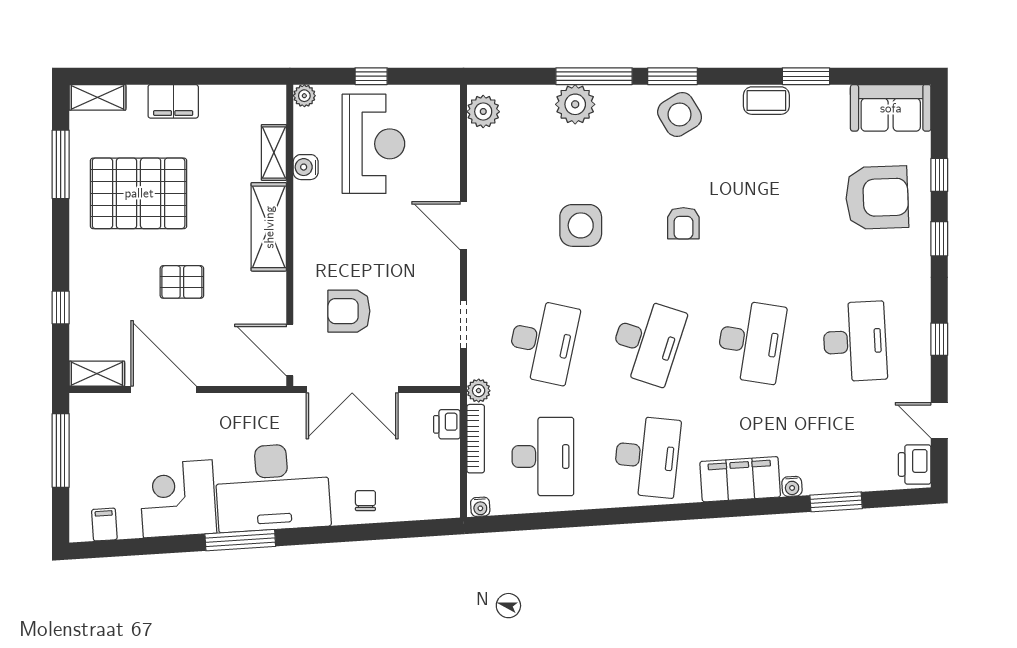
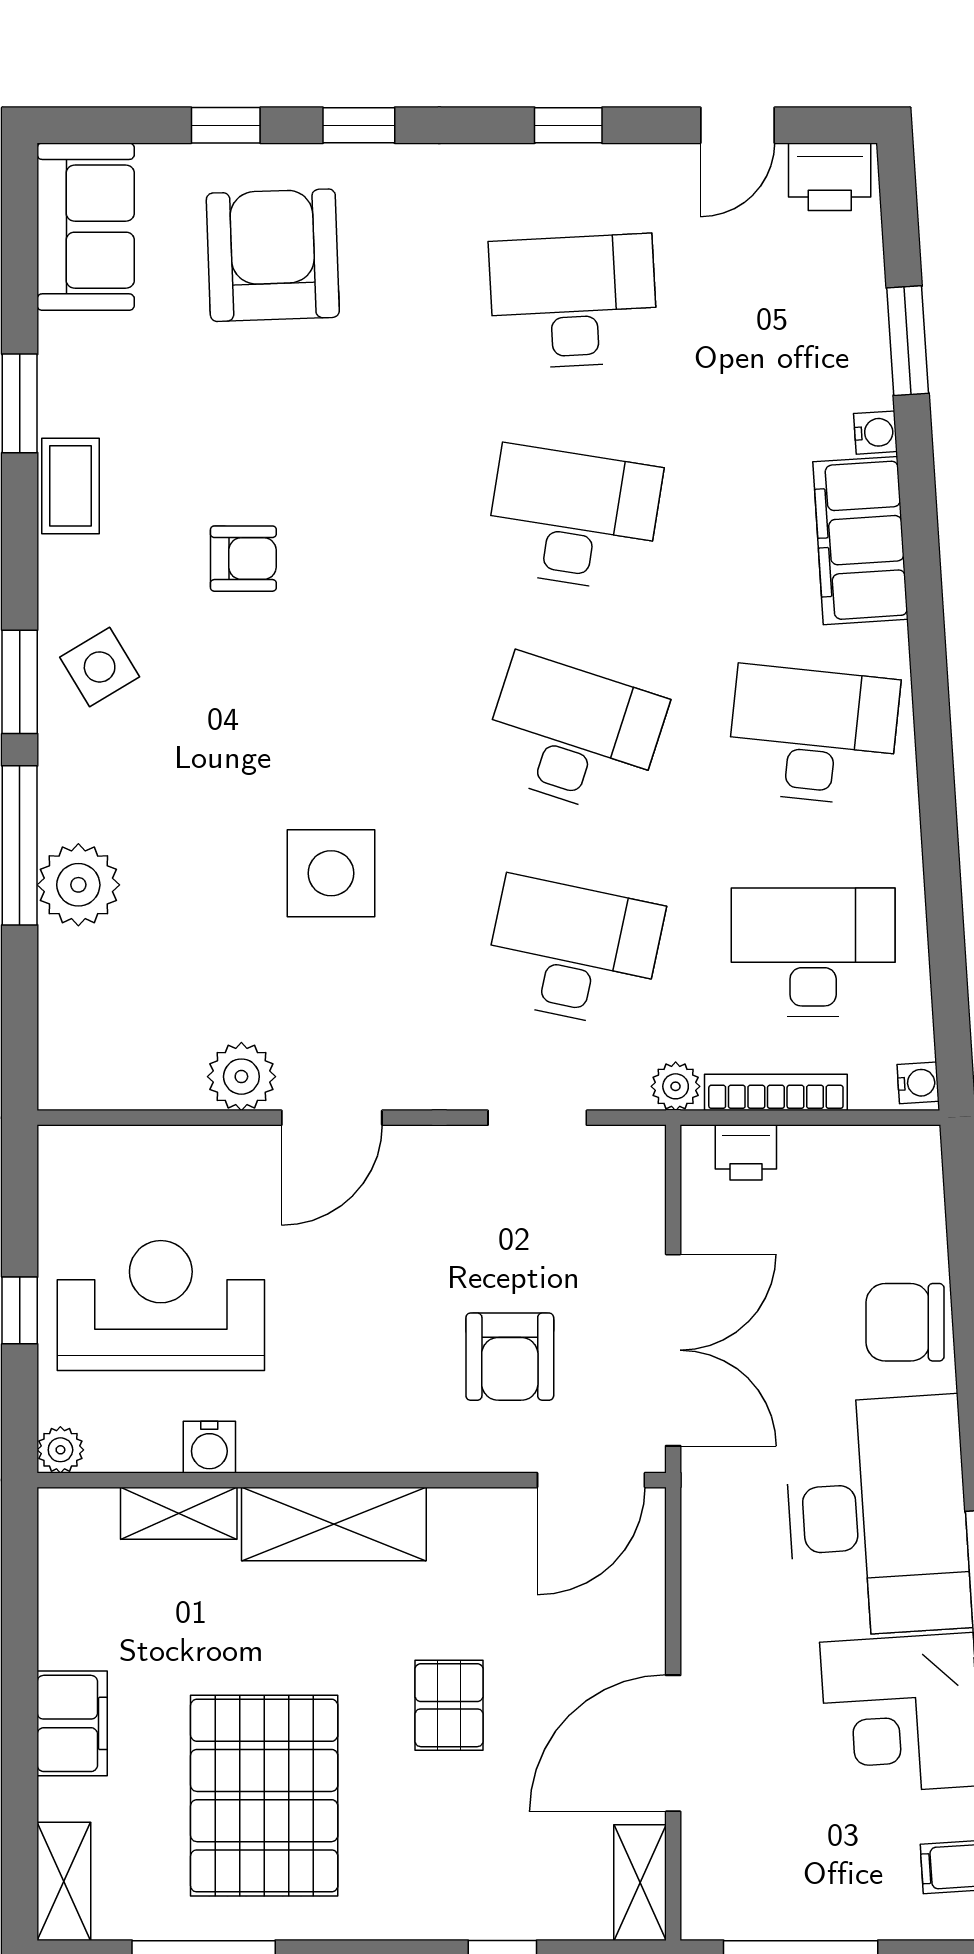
plant: (483, 112) -> (241, 1077), moved
side table: (680, 114) -> (100, 667), width x0.73, depth x0.73
armchair: (683, 223) -> (243, 559), moved
chair: (365, 501) -> (905, 1322), width x1.87, depth x1.87

